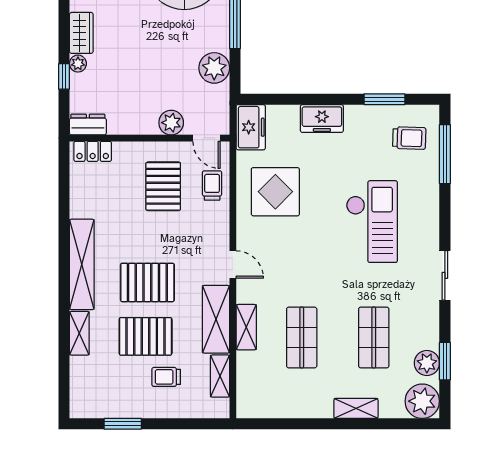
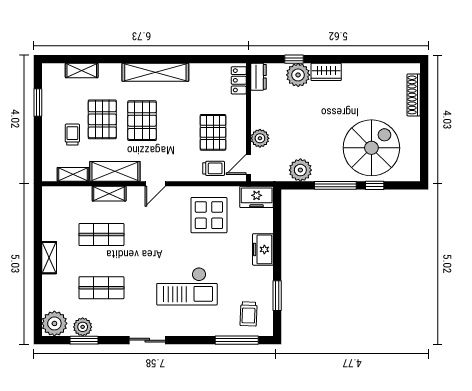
plant: (78, 64) -> (298, 75), width x1.88, depth x1.88
pallet: (163, 186) -> (213, 132), turned 90
shelving: (79, 333) -> (82, 70), moved
shelving: (356, 408) -> (49, 258), moved

